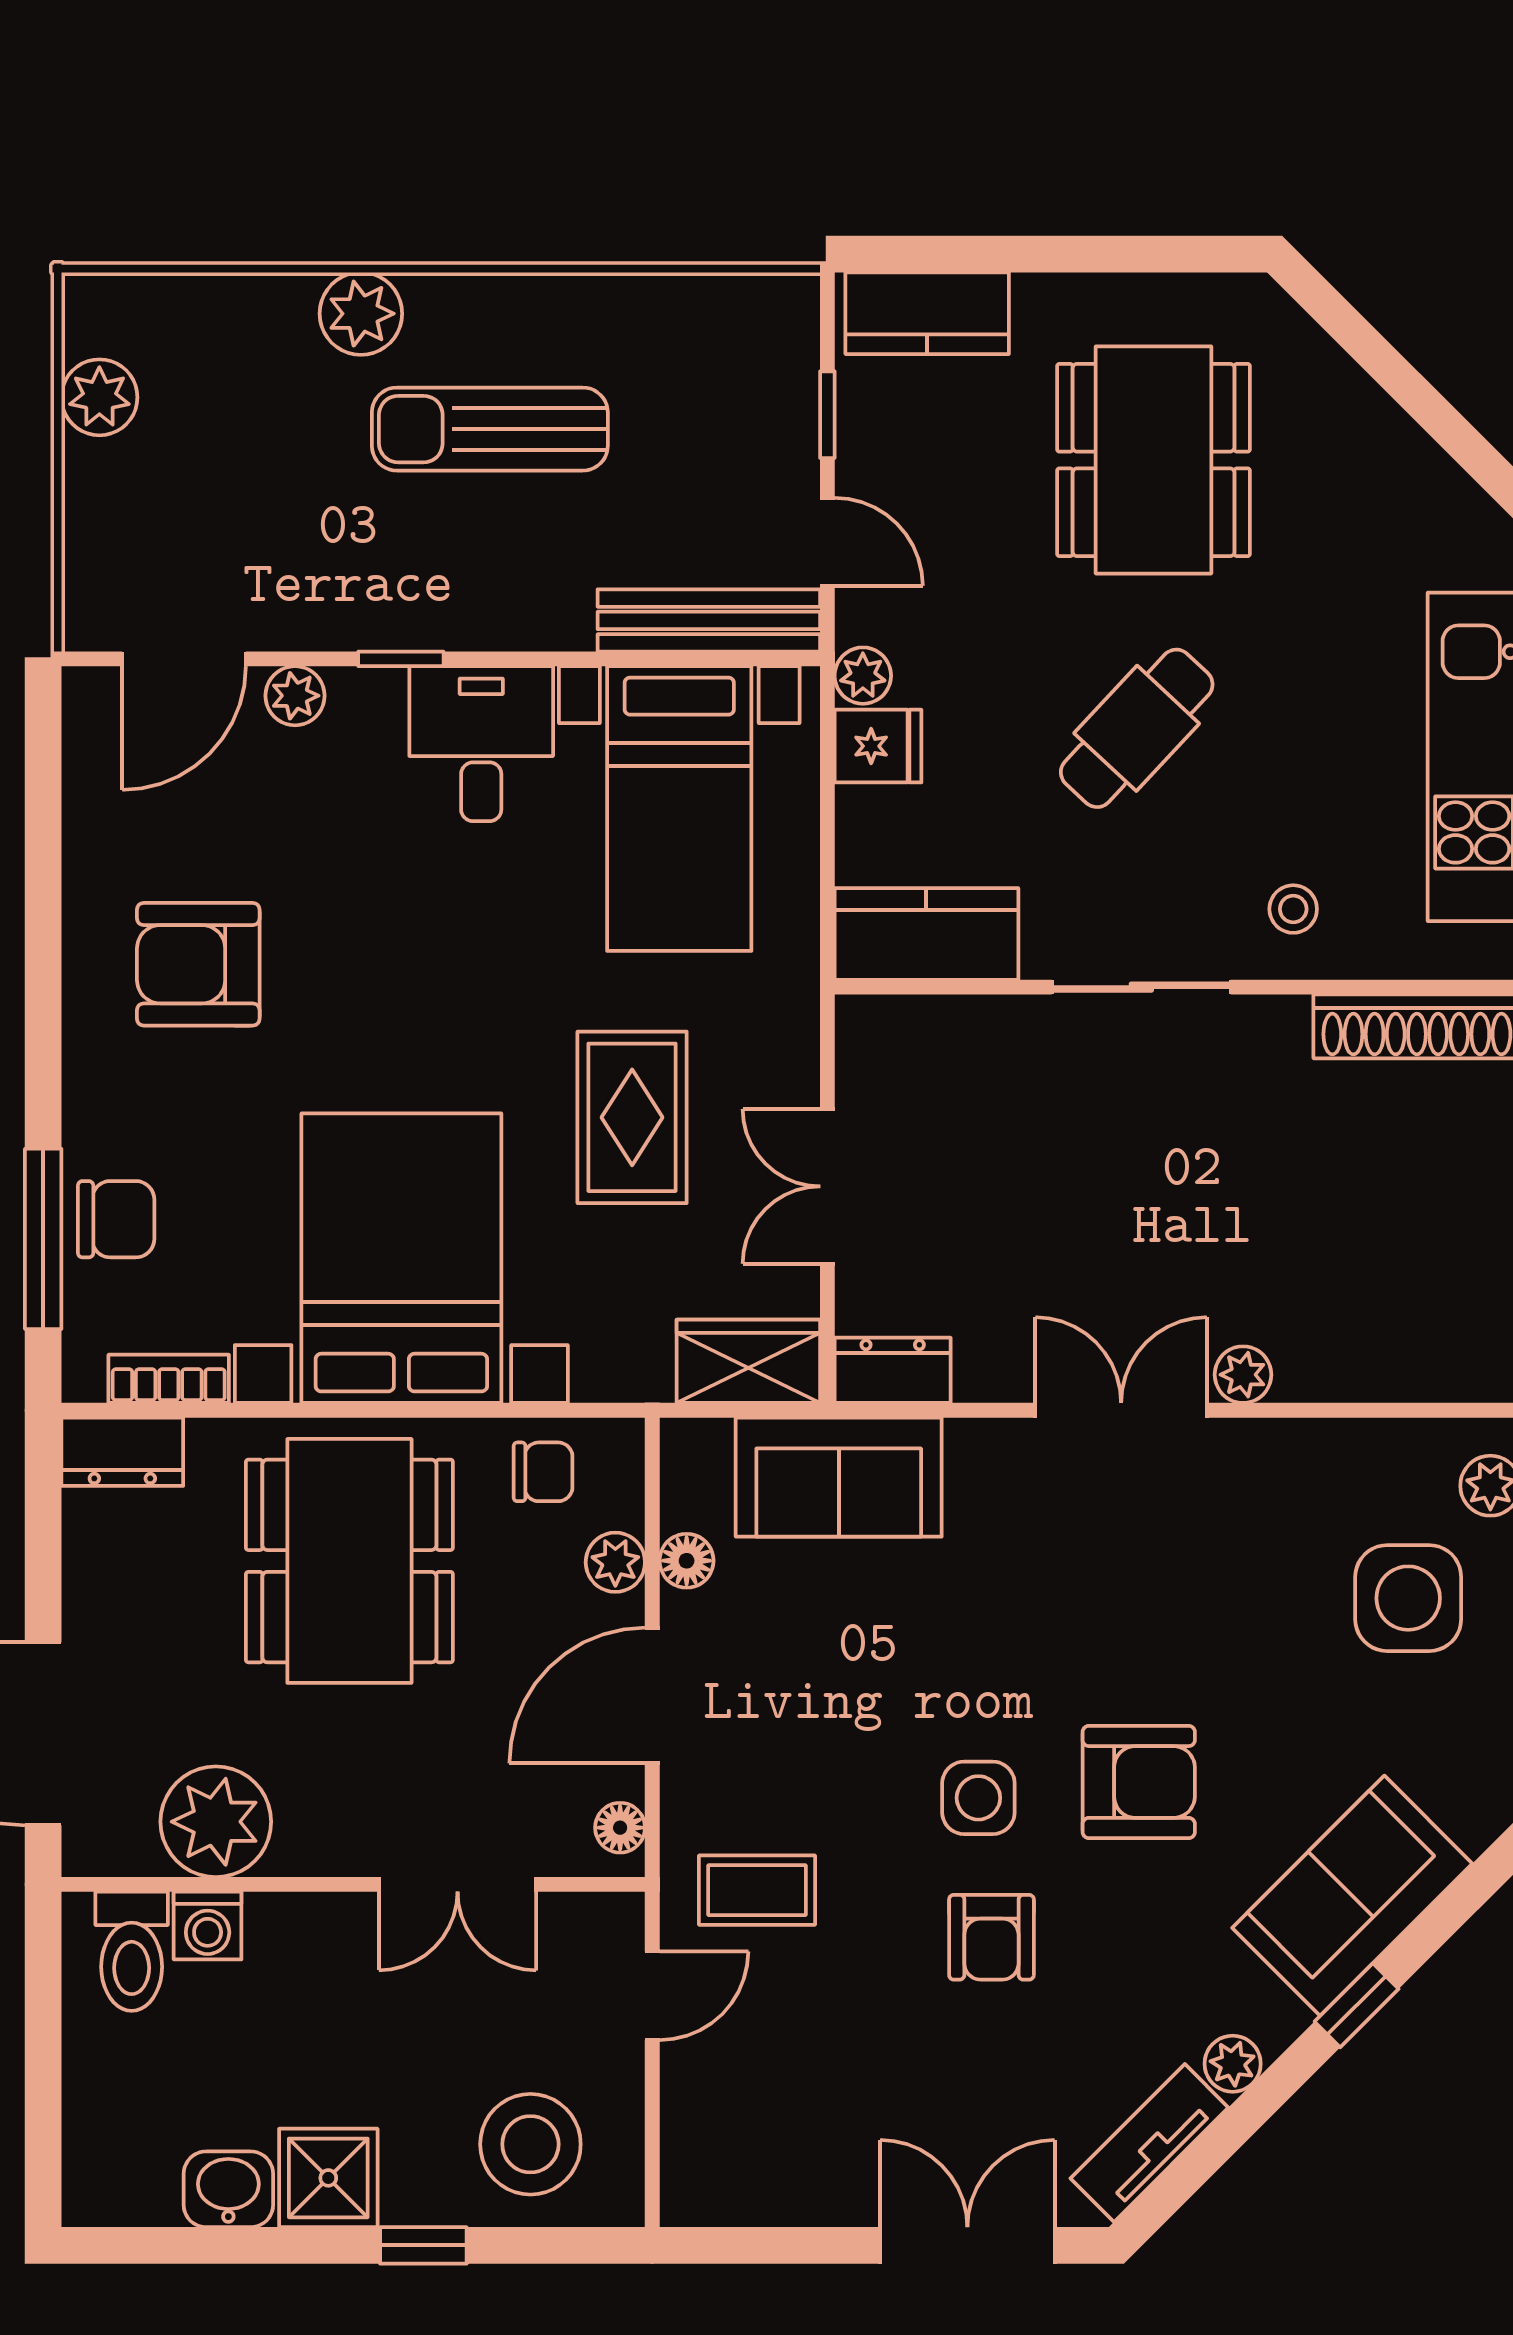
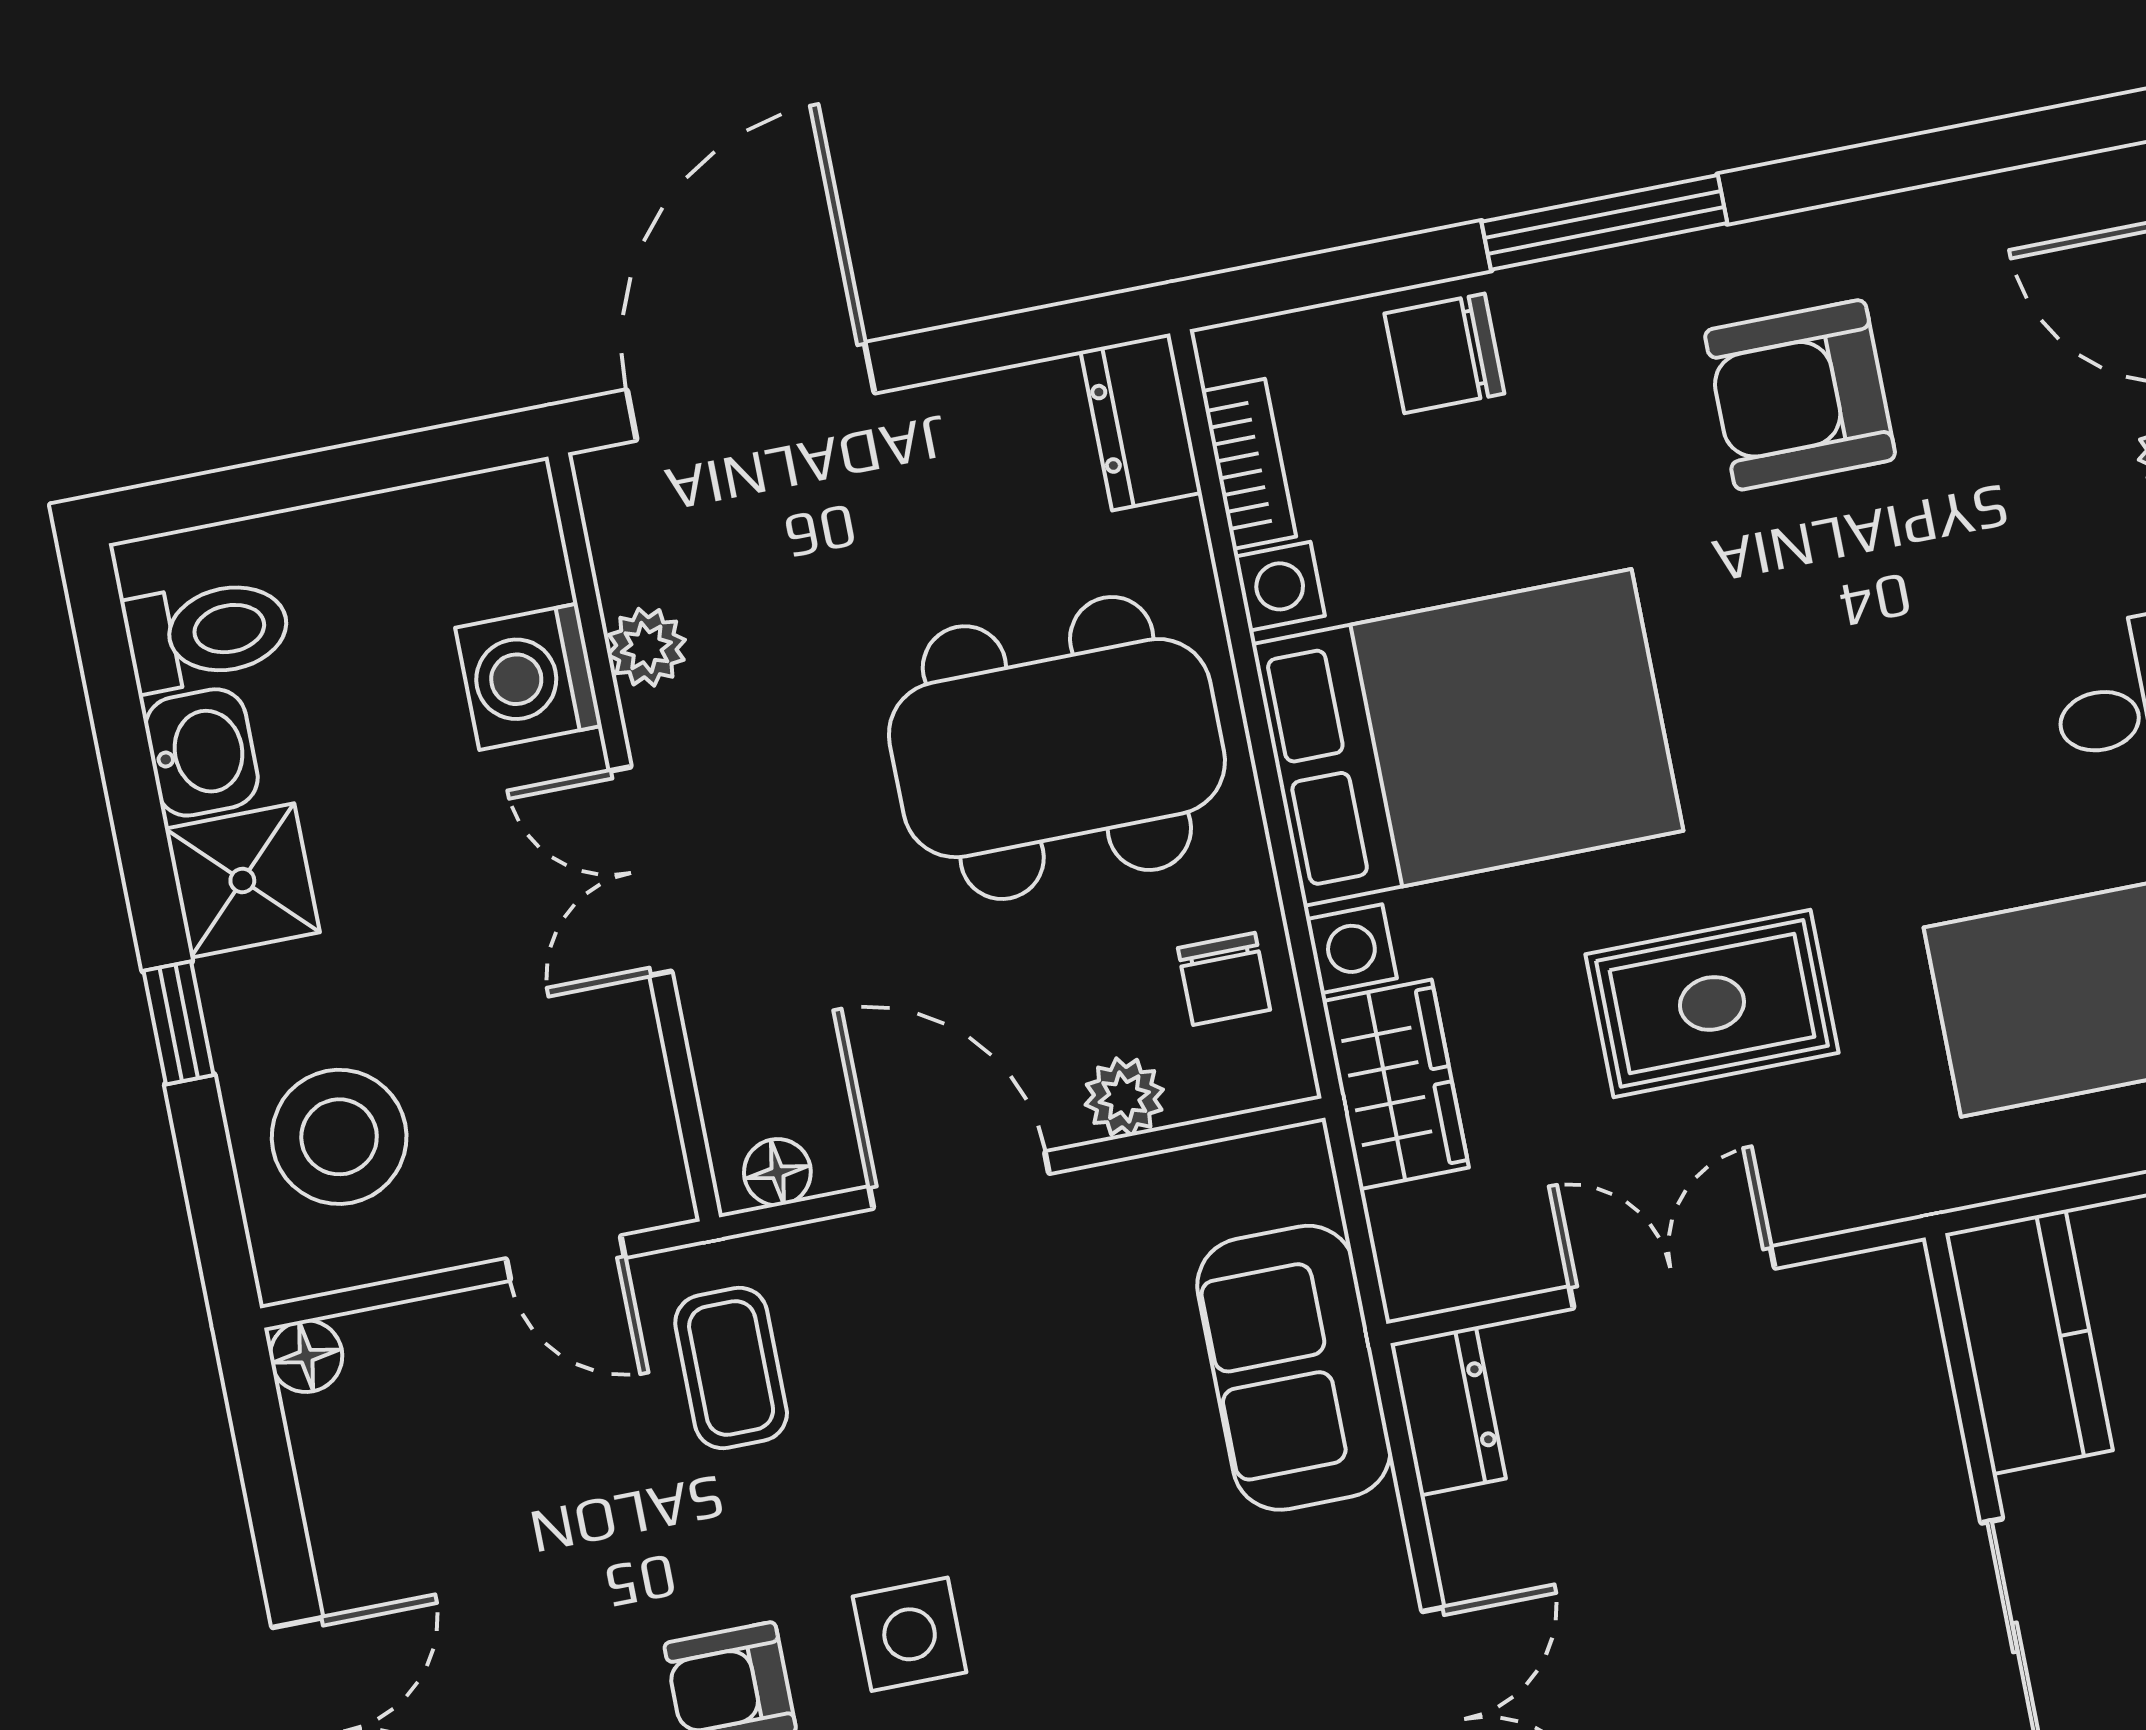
armchair: (198, 964) -> (1800, 395), turned -90
chair: (116, 1219) -> (1444, 353), turned 90
window: (43, 1239) -> (1604, 222), moved
wardrobe: (748, 1361) -> (1396, 1084), moved
floor lamp: (687, 1561) -> (306, 1356), moved
plant: (216, 1822) -> (646, 647), width x0.53, depth x0.53
double door: (458, 1884) -> (641, 871), moved
washing machine: (208, 1926) -> (529, 677), width x1.38, depth x1.38
toilet: (132, 1951) -> (207, 633), moved, turned 180

